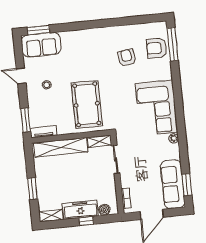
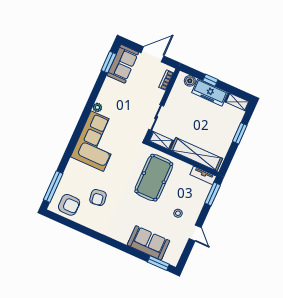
sofa: (41, 45) -> (148, 243), moved
armchair: (157, 48) -> (69, 205), moved
sofa: (173, 184) -> (123, 64), width x0.73

